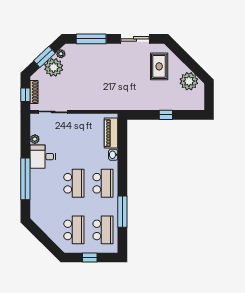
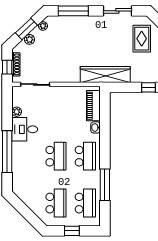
plant: (54, 67) -> (29, 39), width x0.53, depth x0.53
wardrobe: (123, 102) -> (105, 75), added

